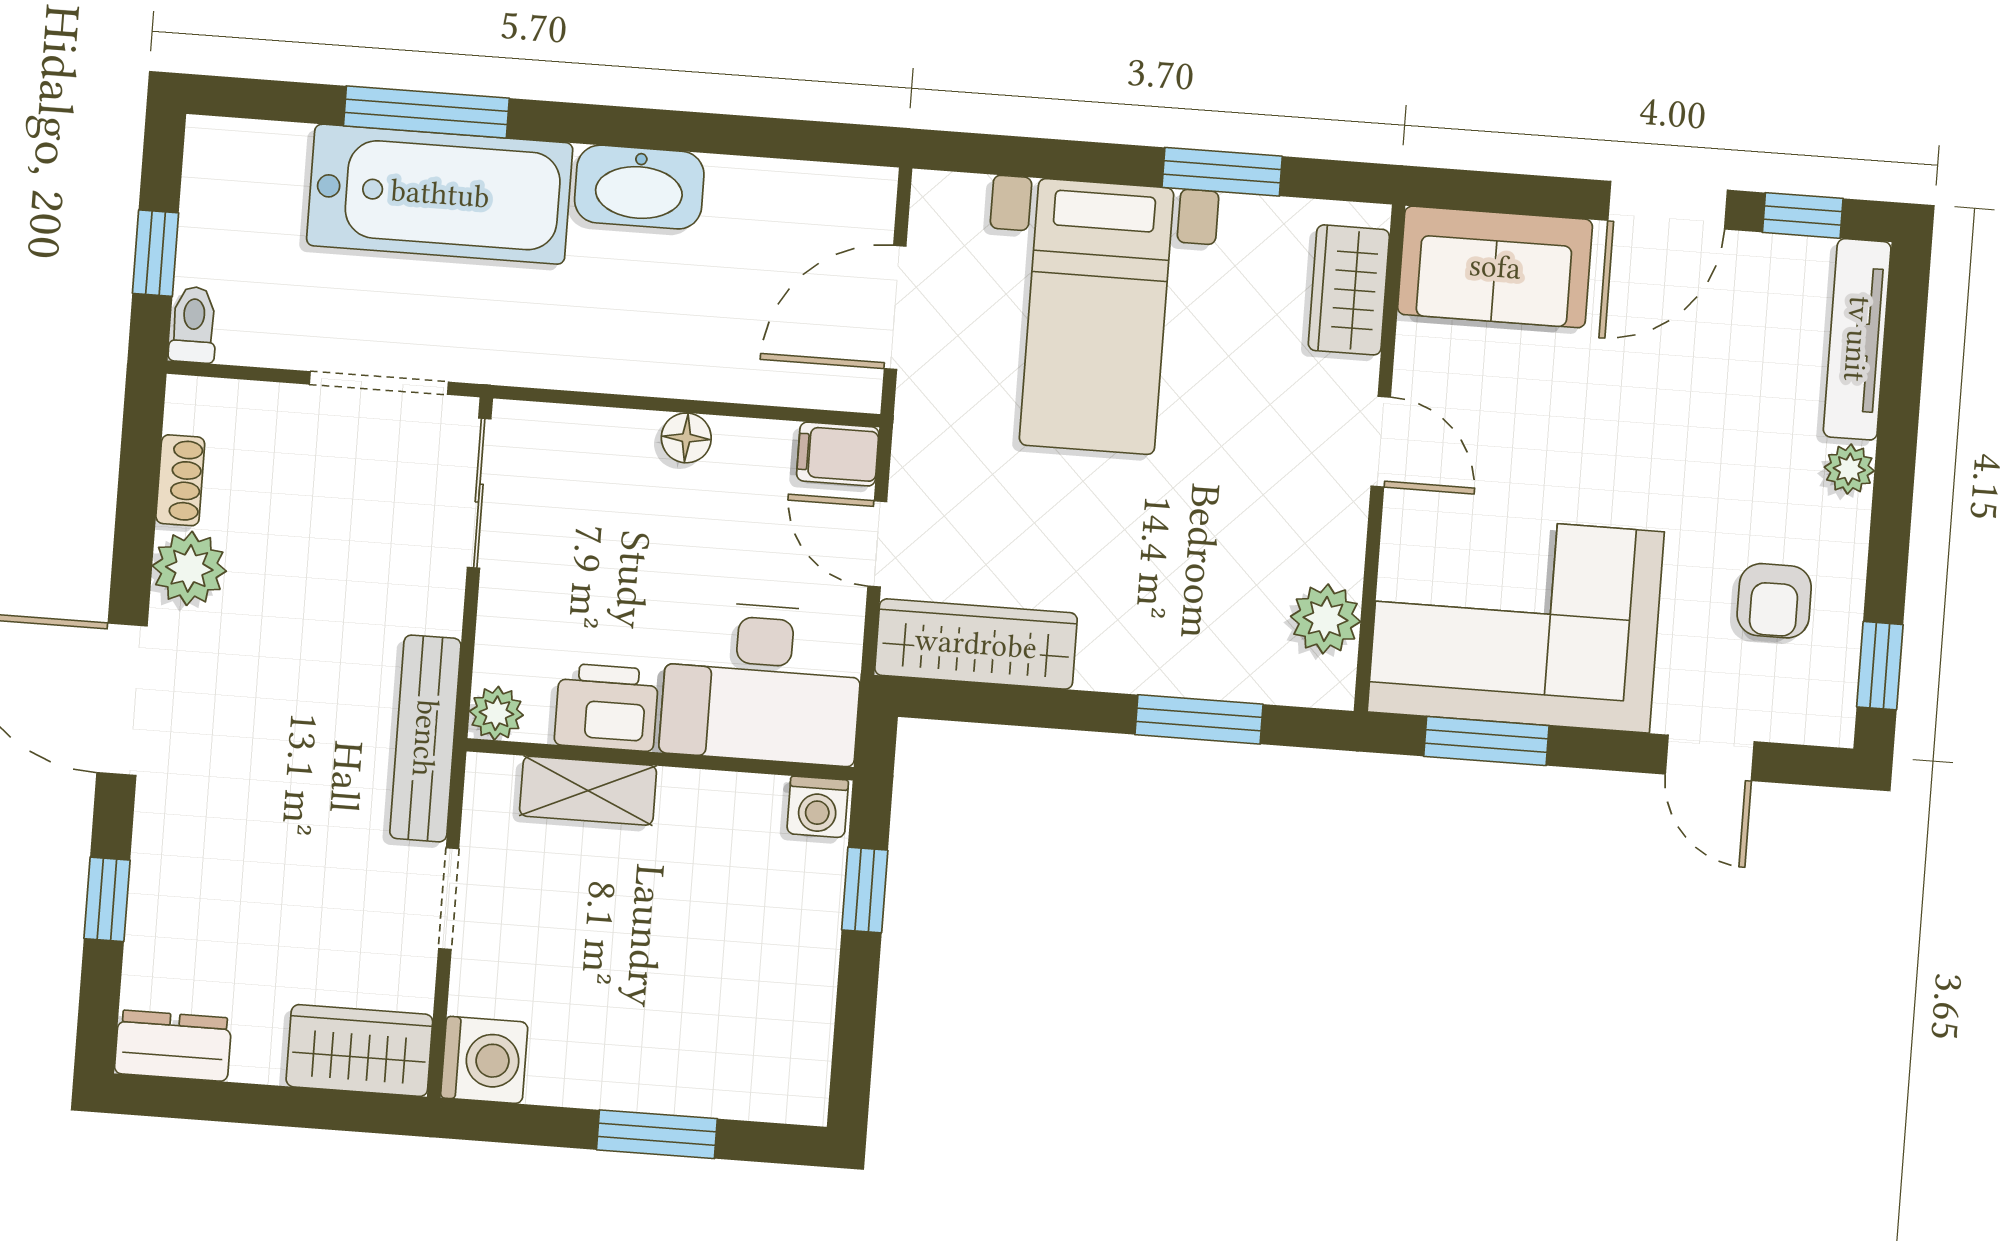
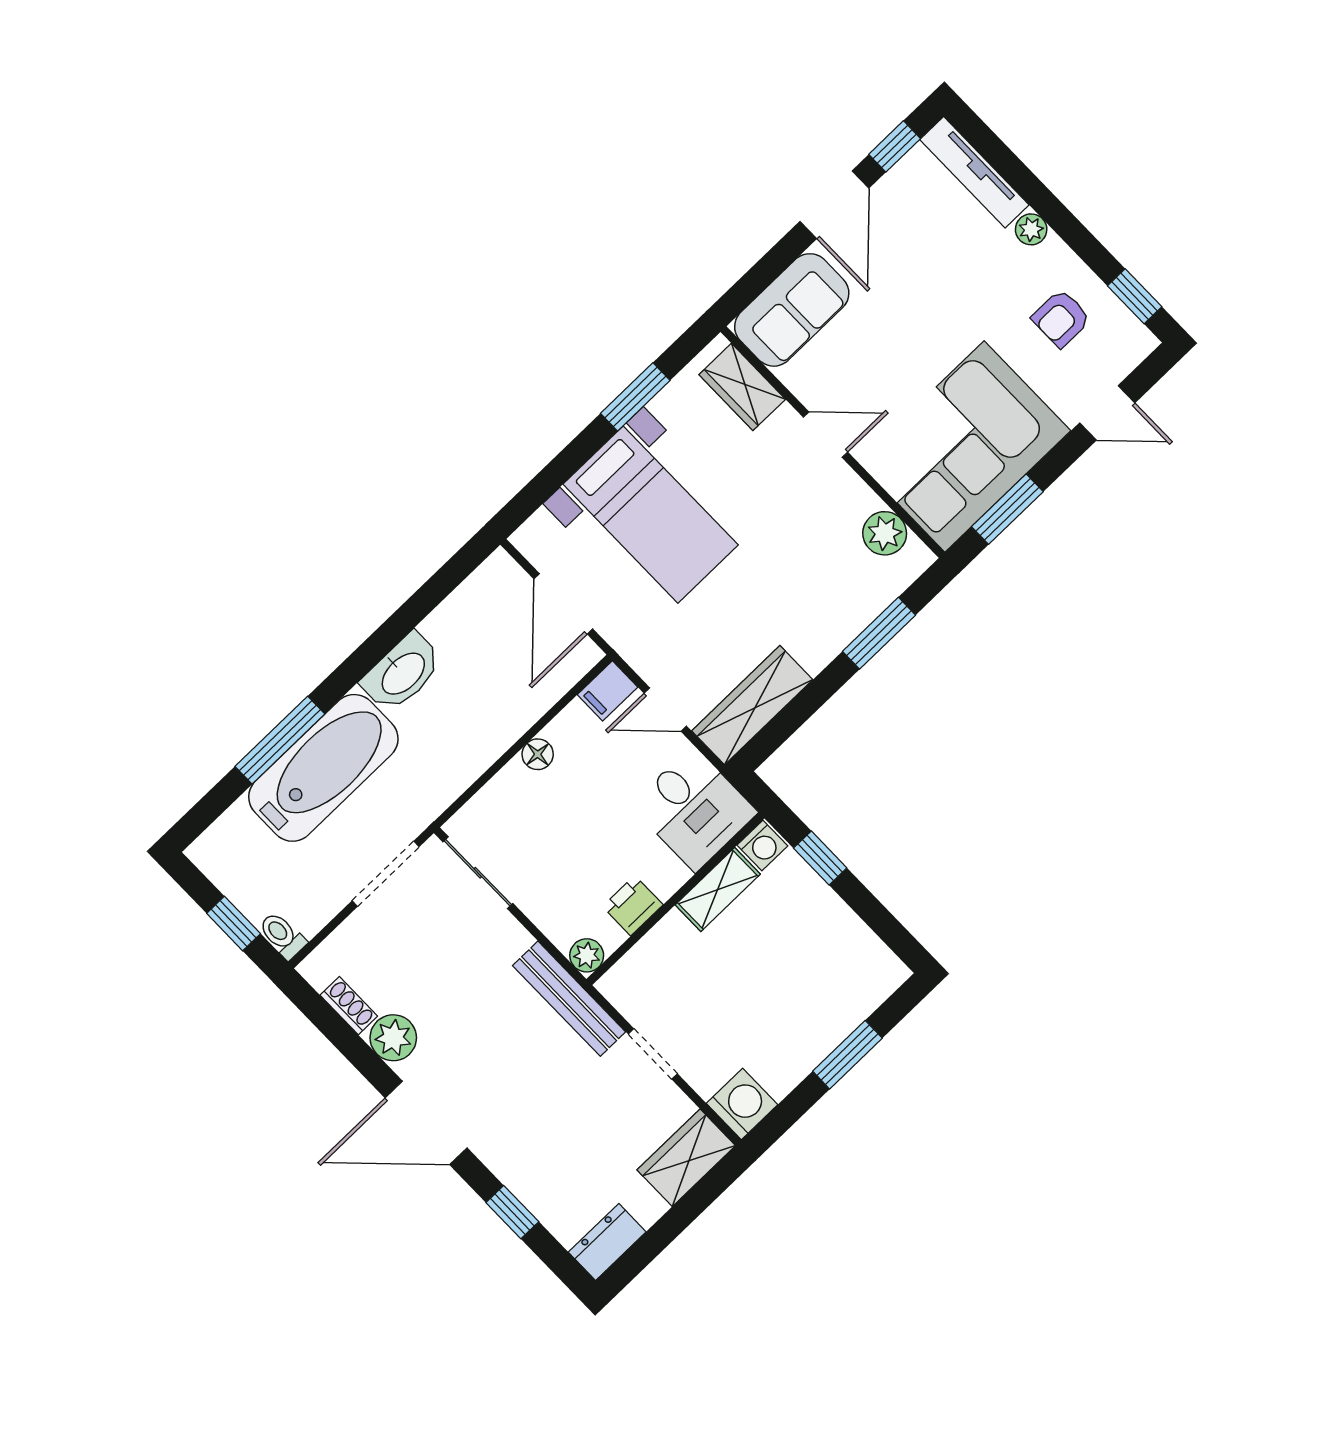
armchair: (1774, 601) -> (1061, 318), turned 90
desk: (762, 683) -> (694, 809), width x0.73
printer: (606, 707) -> (633, 906), width x0.73, depth x0.81
shelving: (588, 791) -> (718, 890), moved

